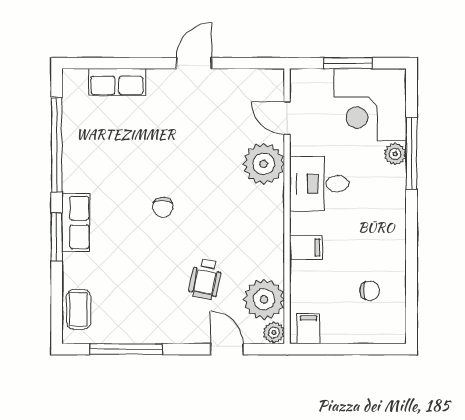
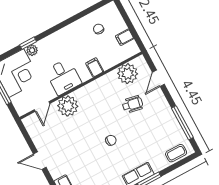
window: (412, 153) -> (28, 43), width x0.46
filing cabinet: (308, 329) -> (125, 37), moved
plant: (274, 332) -> (140, 61), removed

